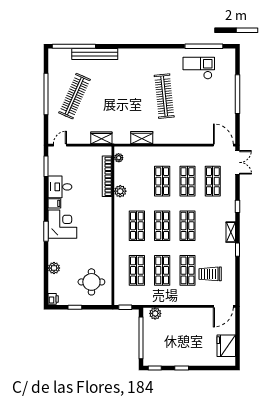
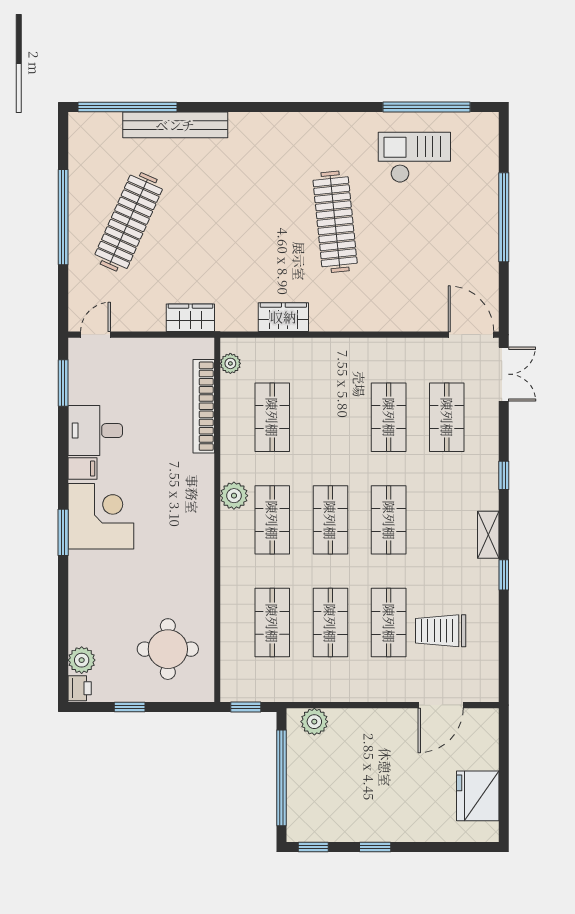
shop shelf: (162, 181) -> (272, 417), moved
plant: (120, 191) -> (234, 496), moved
plant: (54, 268) -> (82, 660), moved
door: (223, 306) -> (441, 705), moved

